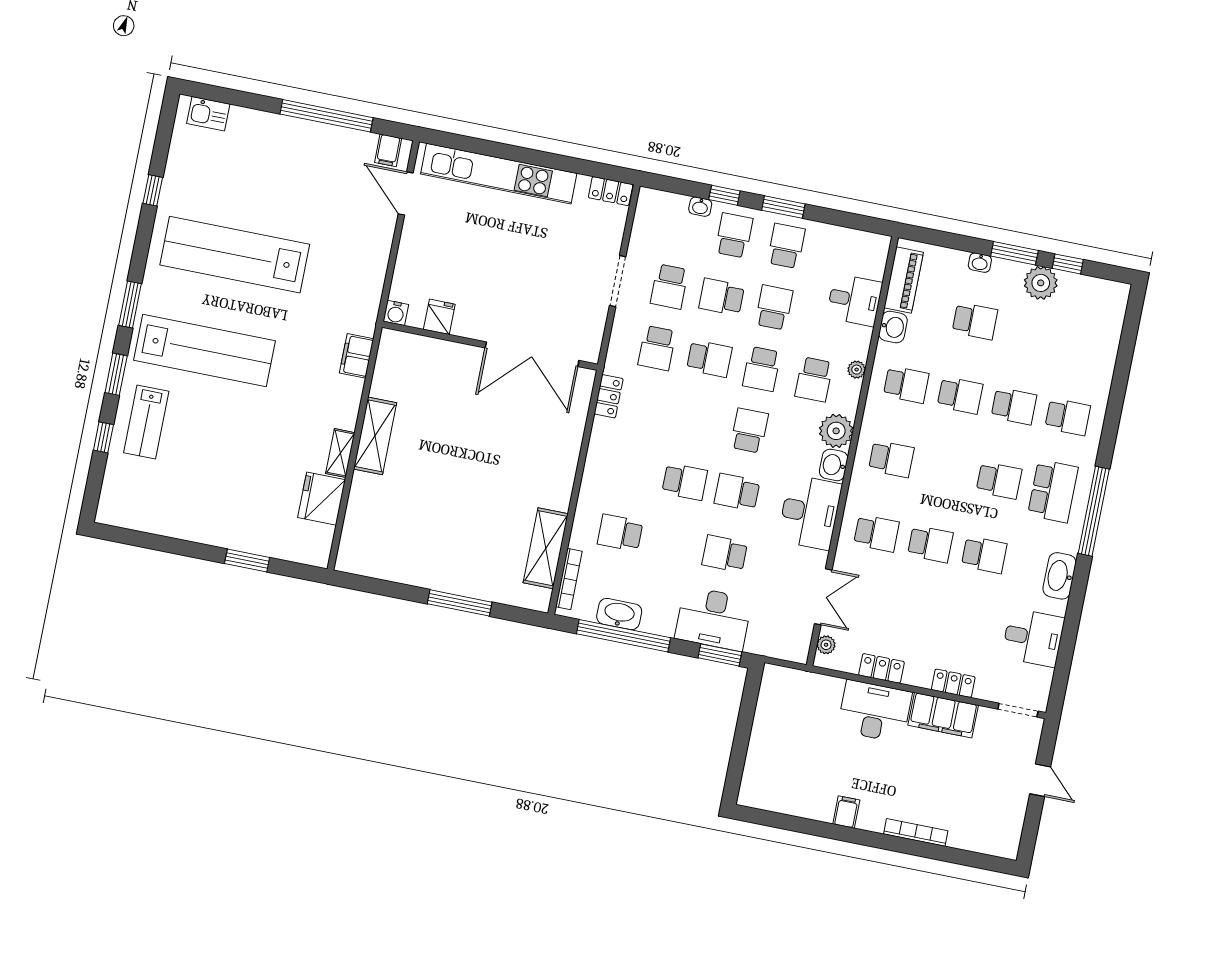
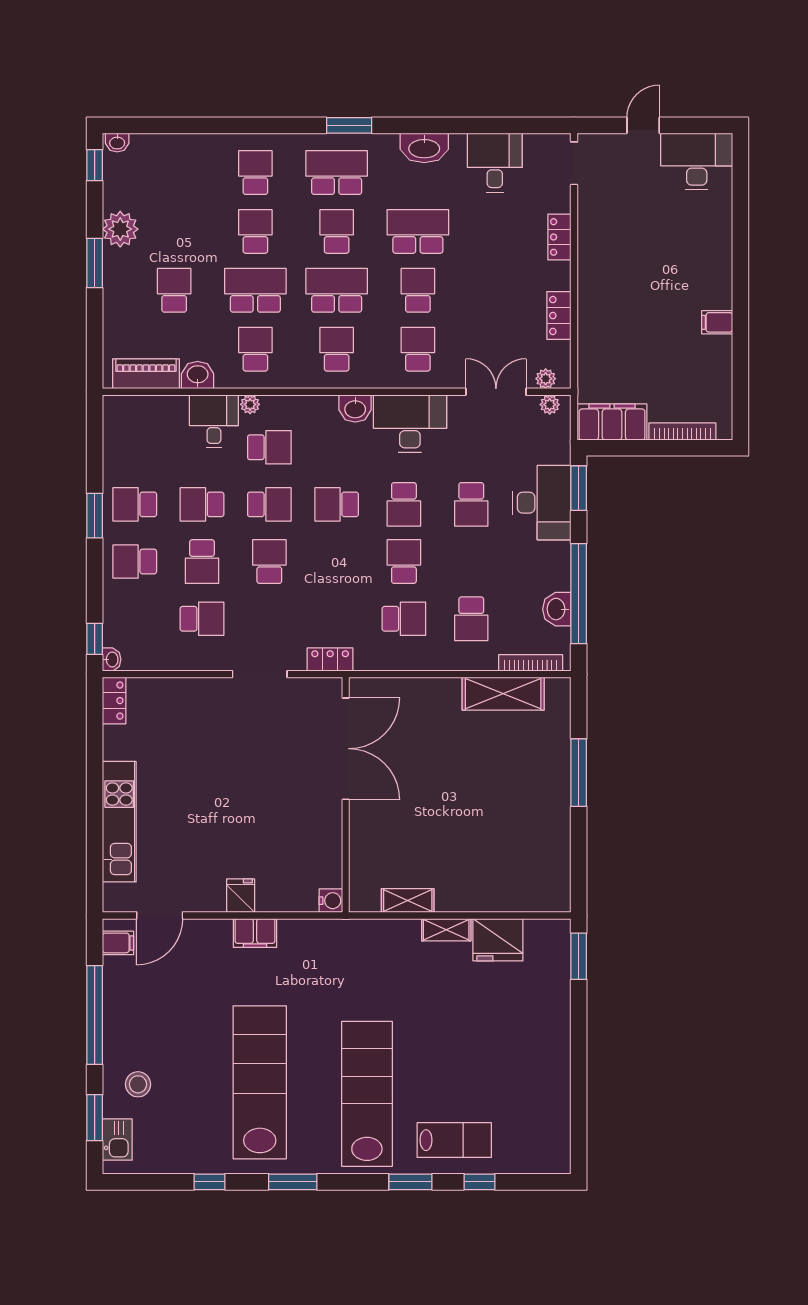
window: (233, 97) -> (95, 1118), added
stool: (255, 143) -> (138, 1084), added
kitchen unit: (499, 174) -> (119, 822), width x0.73
window: (724, 195) -> (95, 639), moved
washbasin: (700, 207) -> (112, 659), moved
lab bench: (235, 255) -> (260, 1082), turned 180
washbasin: (980, 263) -> (117, 142), moved, turned 90
window: (1068, 264) -> (95, 165), moved
doorway: (618, 281) -> (260, 674), moved
desk: (854, 300) -> (214, 421), moved
window: (130, 304) -> (293, 1182), moved
water cooler: (396, 313) -> (331, 901), moved
fridge: (439, 317) -> (241, 896), moved, turned 90
wall: (490, 346) -> (346, 795), moved
school desk: (657, 348) -> (404, 619), moved
double door: (532, 354) -> (346, 749), moved
filing cabinet: (357, 356) -> (255, 933), moved
school desk: (960, 395) -> (255, 290), width x1.85
plant: (836, 431) -> (550, 405), moved, width x0.53, depth x0.53
shelving: (375, 436) -> (408, 901), width x0.67, depth x0.75
school desk: (945, 470) -> (337, 290), added
window: (1094, 511) -> (349, 125), width x0.47
school desk: (984, 555) -> (418, 231), width x1.85
window: (247, 560) -> (579, 956), moved
washbasin: (619, 614) -> (557, 609), width x0.72
desk: (875, 711) -> (697, 161), moved, turned 90
filing cabinet: (943, 715) -> (612, 422), moved, turned -90
bookcase: (916, 832) -> (682, 431), moved, turned 90

